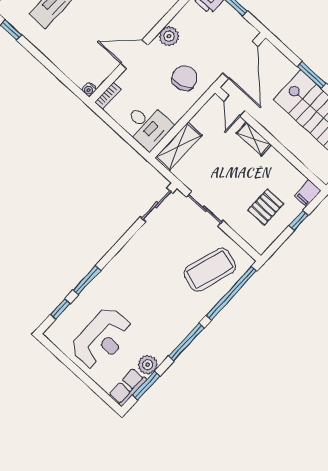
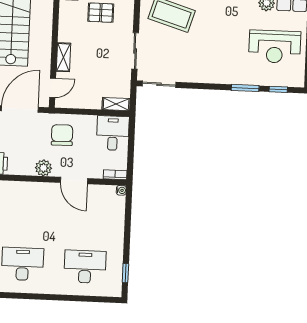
chair: (184, 78) -> (62, 135), turned 107
shelving: (178, 147) -> (116, 104), width x0.67, depth x0.75
reception desk: (102, 338) -> (275, 47), turned 180

